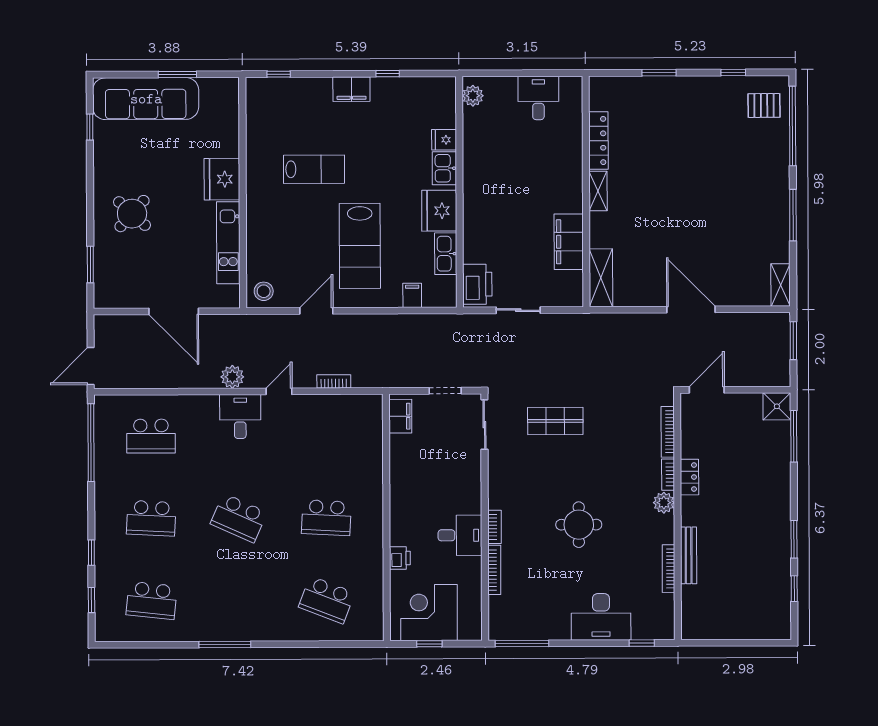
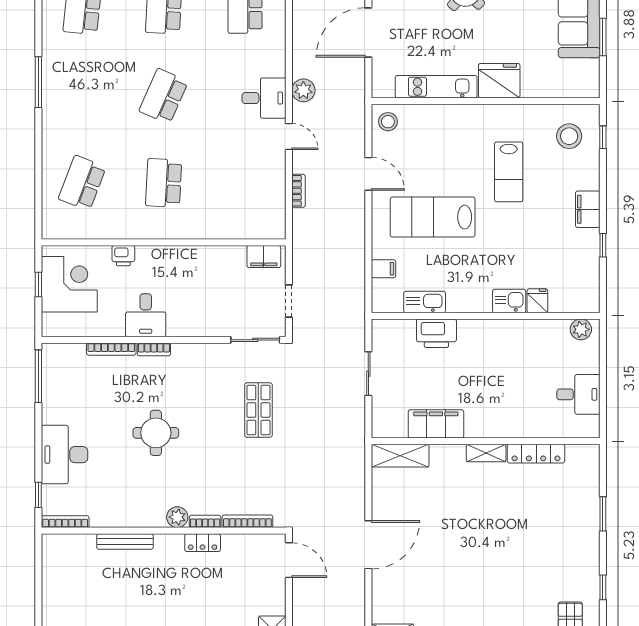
stool: (278, 108) -> (569, 136), added
fridge: (439, 211) -> (467, 296), removed
printer: (477, 284) -> (436, 333), moved
bookcase: (669, 569) -> (65, 522), moved

